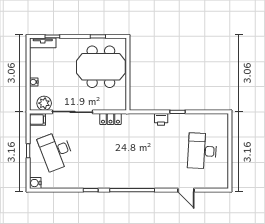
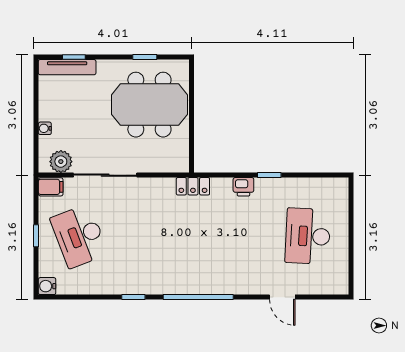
tv unit: (43, 43) -> (67, 67), width x1.41
locker: (110, 119) -> (193, 186), moved

